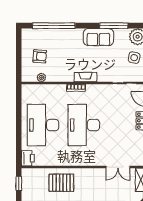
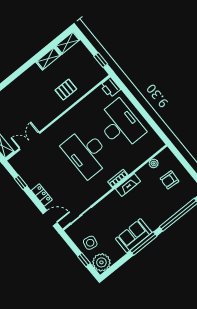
window: (114, 26) -> (143, 243), moved
fireplace: (85, 77) -> (128, 185), moved
desk: (84, 125) -> (86, 153), turned 180
pallet: (61, 183) -> (66, 90), width x0.67, depth x0.71

